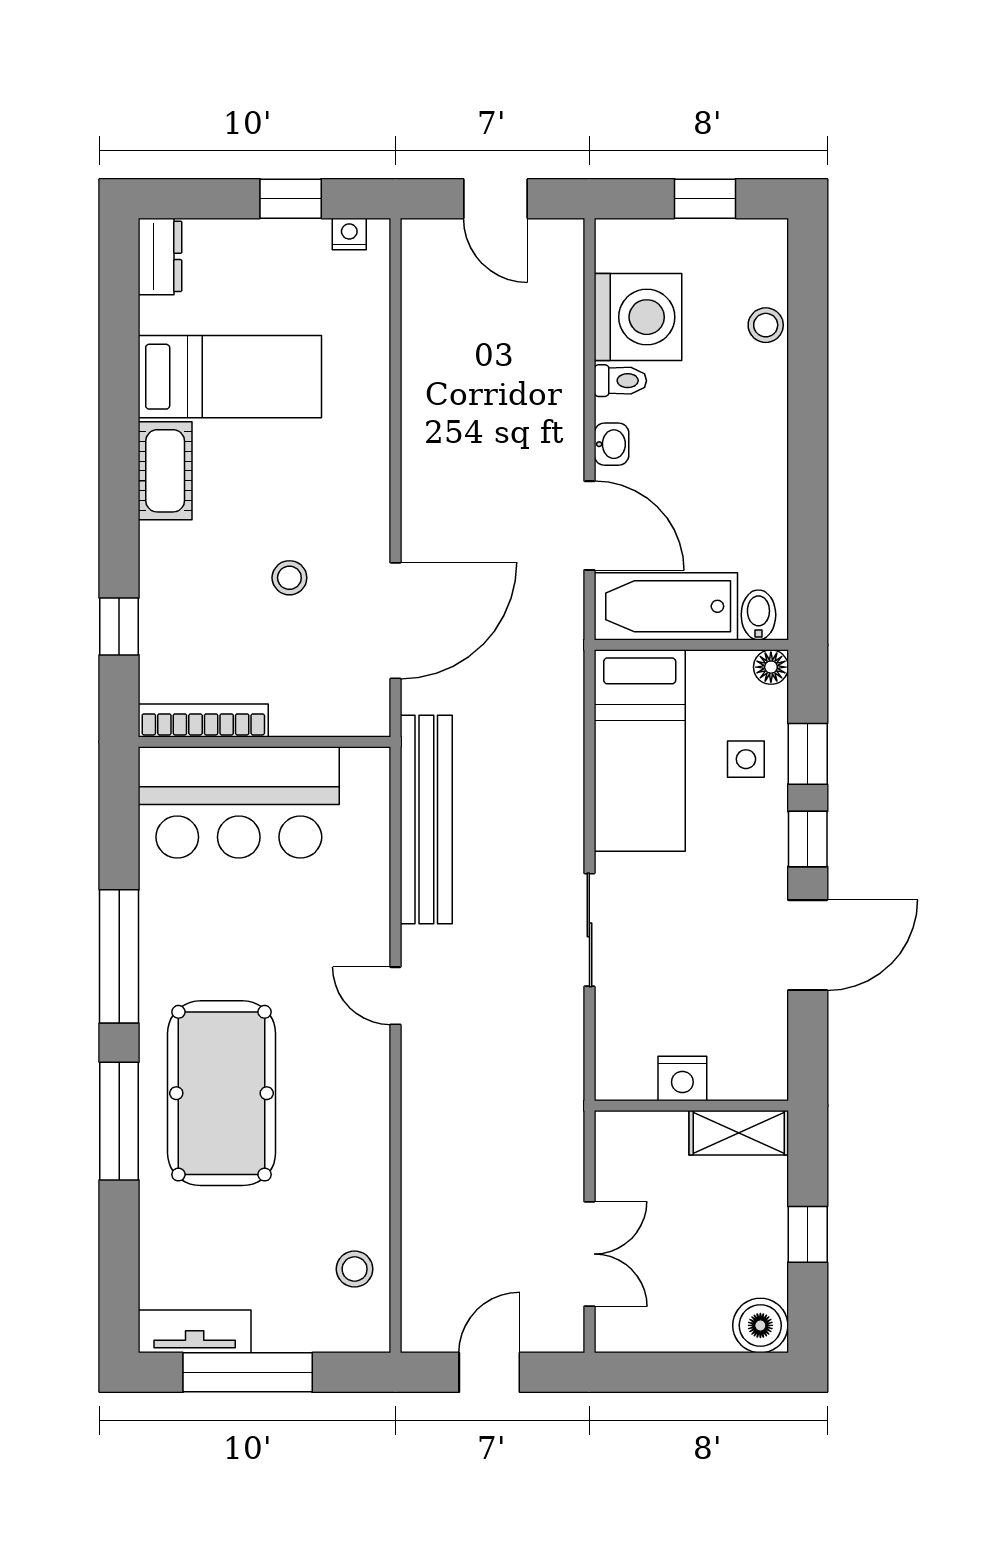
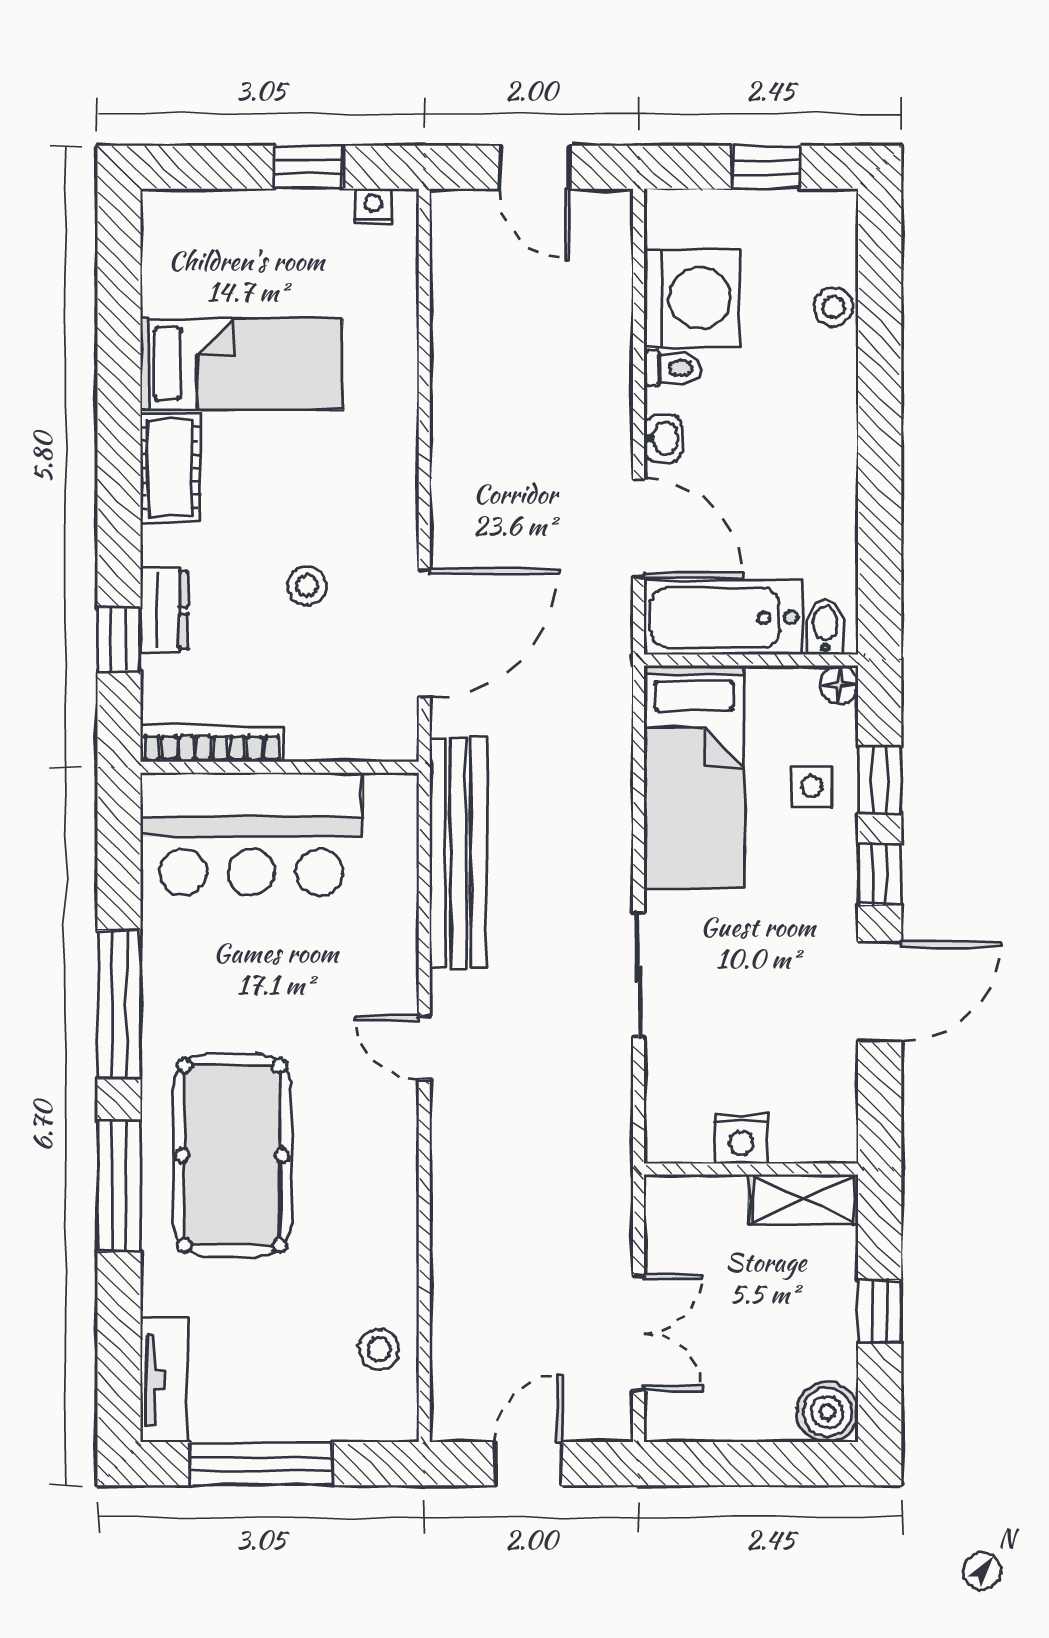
dresser: (160, 256) -> (164, 610), moved
tv unit: (195, 1331) -> (164, 1380), moved, turned 90

